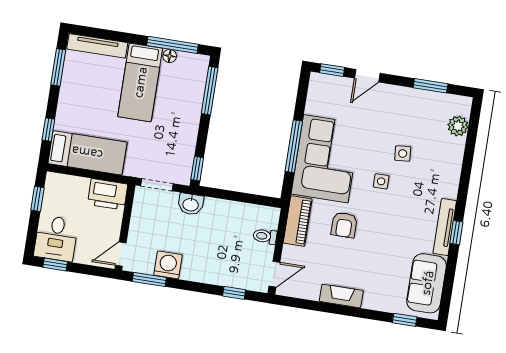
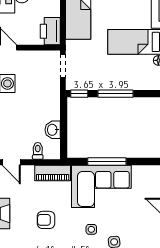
window: (210, 91) -> (115, 94), moved
washbasin: (191, 204) -> (53, 130), moved
armchair: (344, 225) -> (46, 220), moved

